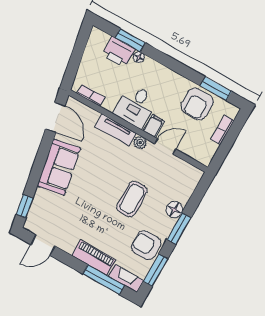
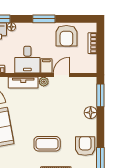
window: (216, 89) -> (44, 19), moved
coffee table: (132, 199) -> (47, 144), moved, turned 90
window: (179, 229) -> (100, 95), moved
armchair: (146, 245) -> (85, 146), turned 90

